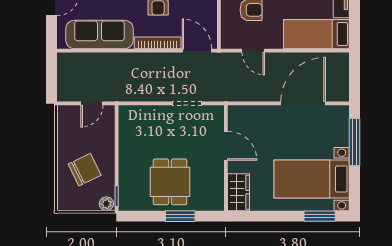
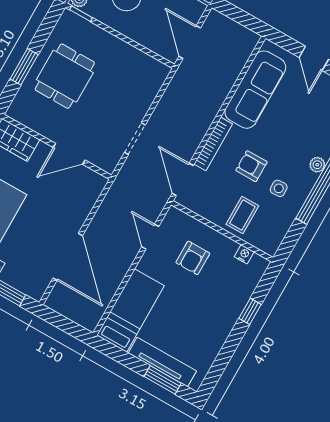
door: (197, 51) -> (183, 179), swing flipped
door: (253, 51) -> (150, 237), hinge flipped
door: (92, 103) -> (190, 42), width x1.38
dining table: (170, 182) -> (65, 76), turned 90

